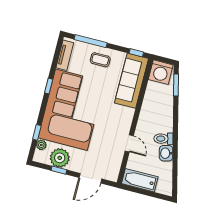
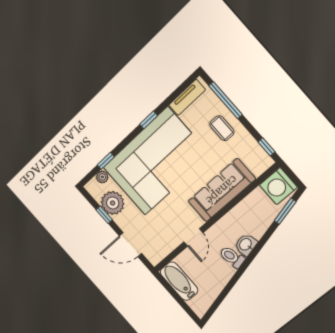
sofa: (132, 81) -> (222, 190), moved
washbasin: (166, 153) -> (246, 245), moved

